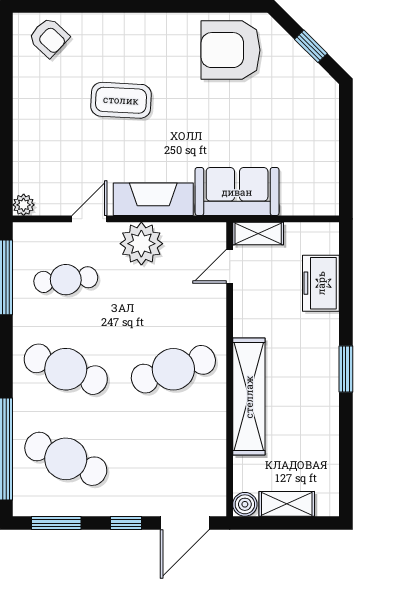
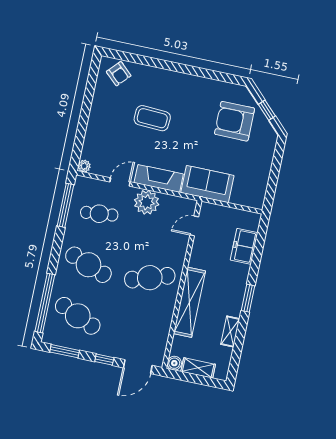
armchair: (231, 50) -> (235, 121), moved
shelving: (258, 234) -> (230, 332), moved, turned 90

